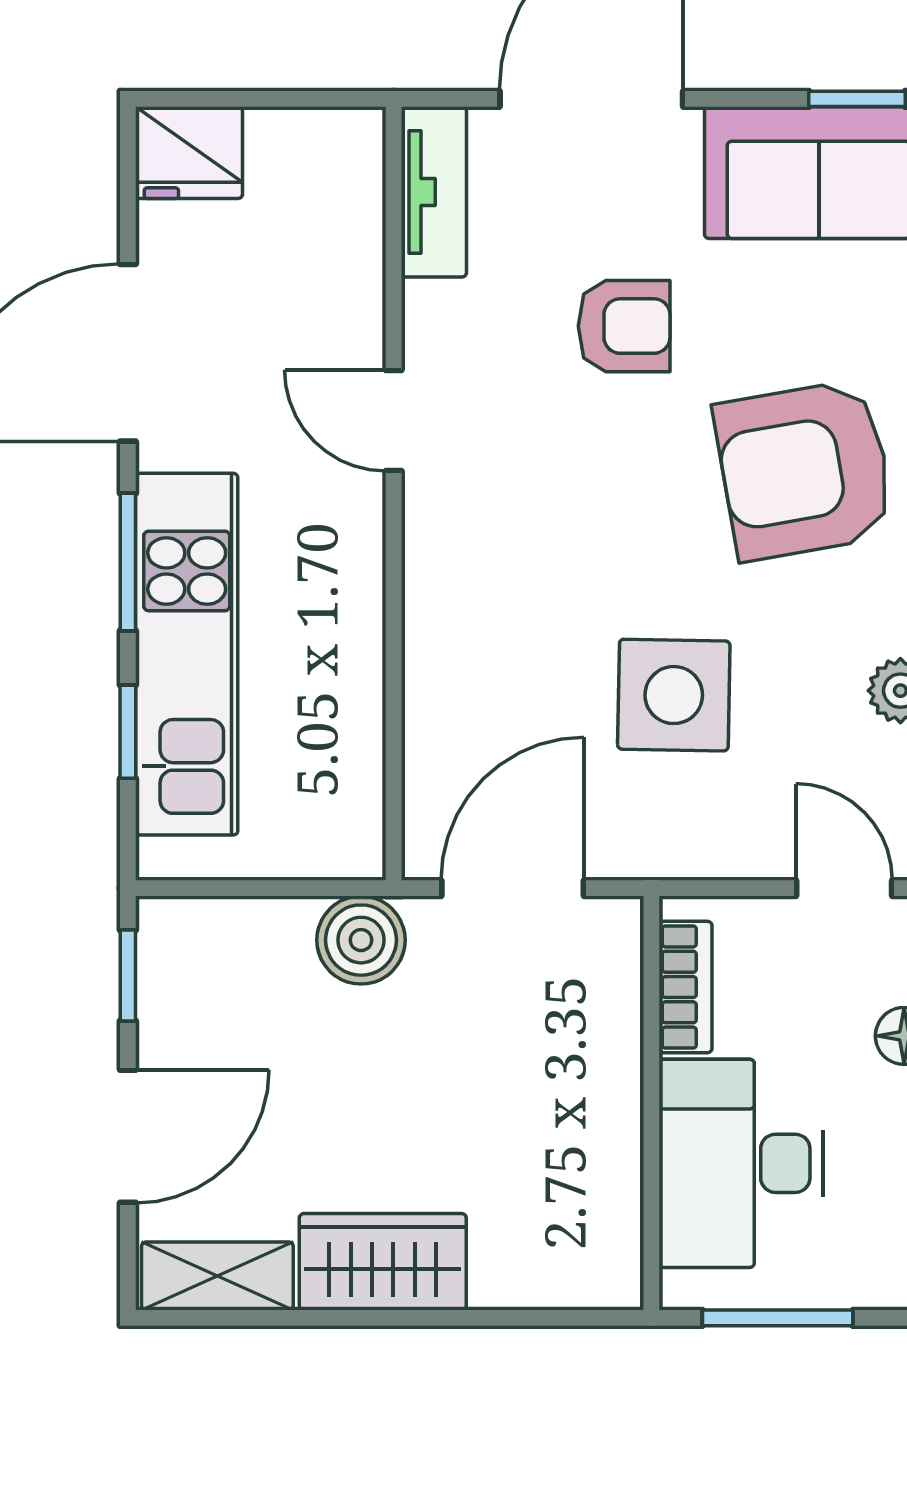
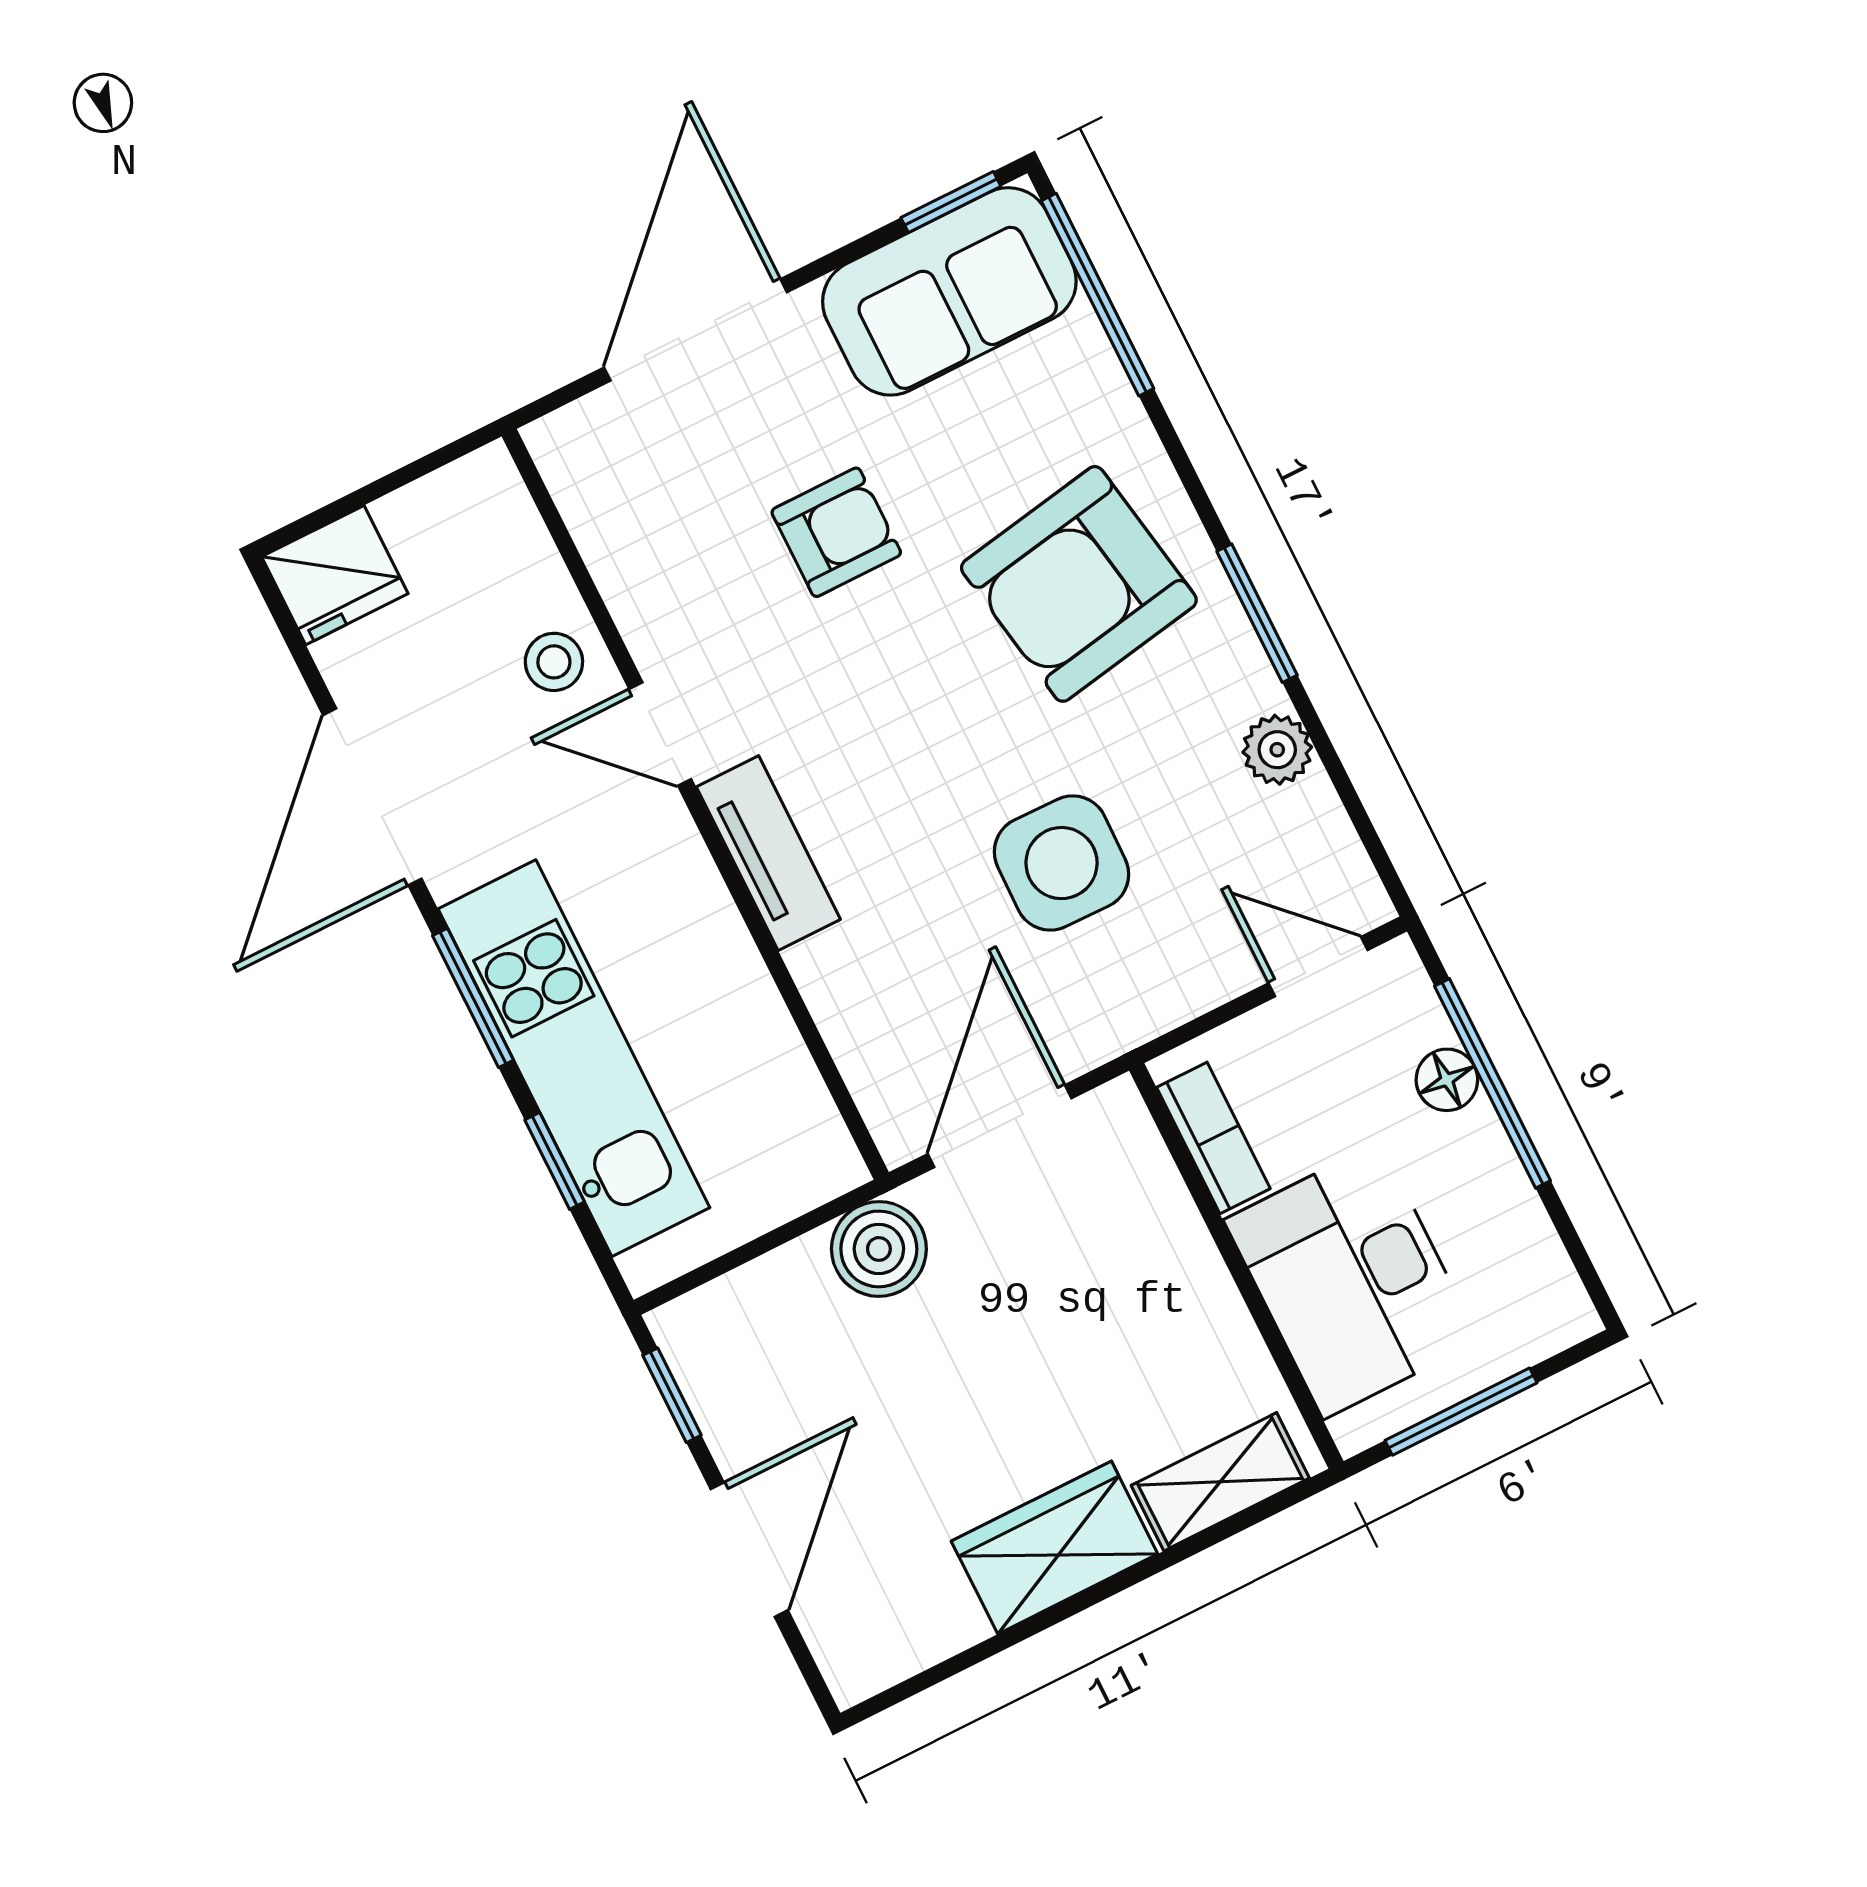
tv unit: (434, 192) -> (768, 853), moved
stool: (335, 316) -> (554, 662), added
shelving: (217, 1276) -> (1220, 1482), moved

